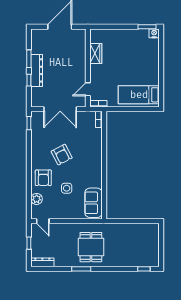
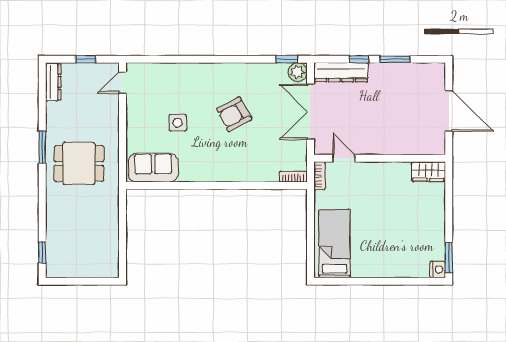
wardrobe: (96, 53) -> (428, 172), moved
dresser: (37, 70) -> (341, 72), moved
armchair: (43, 178) -> (195, 83), removed
plant: (37, 199) -> (298, 72), moved

